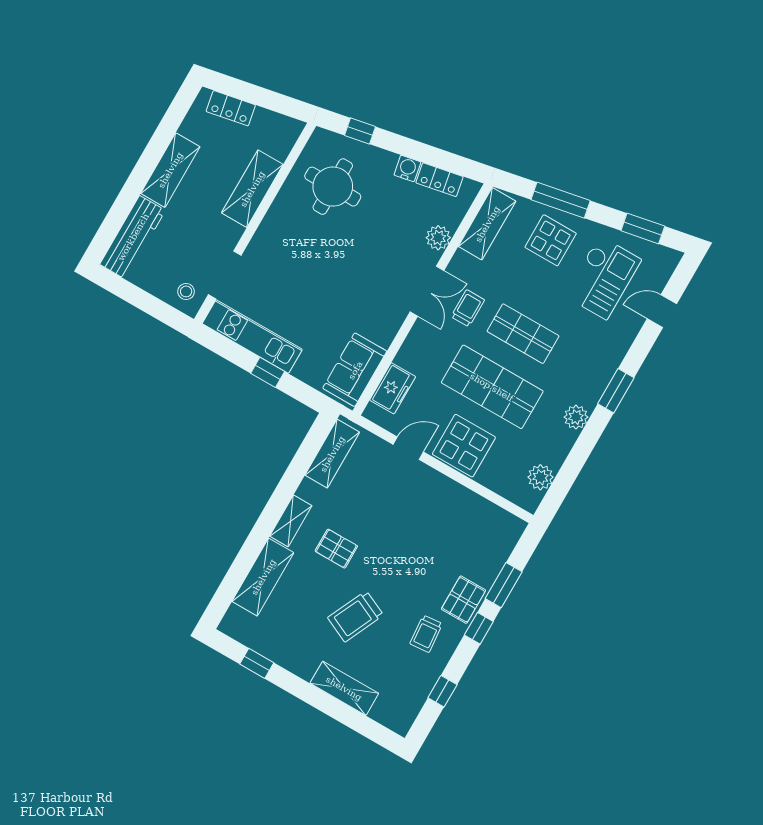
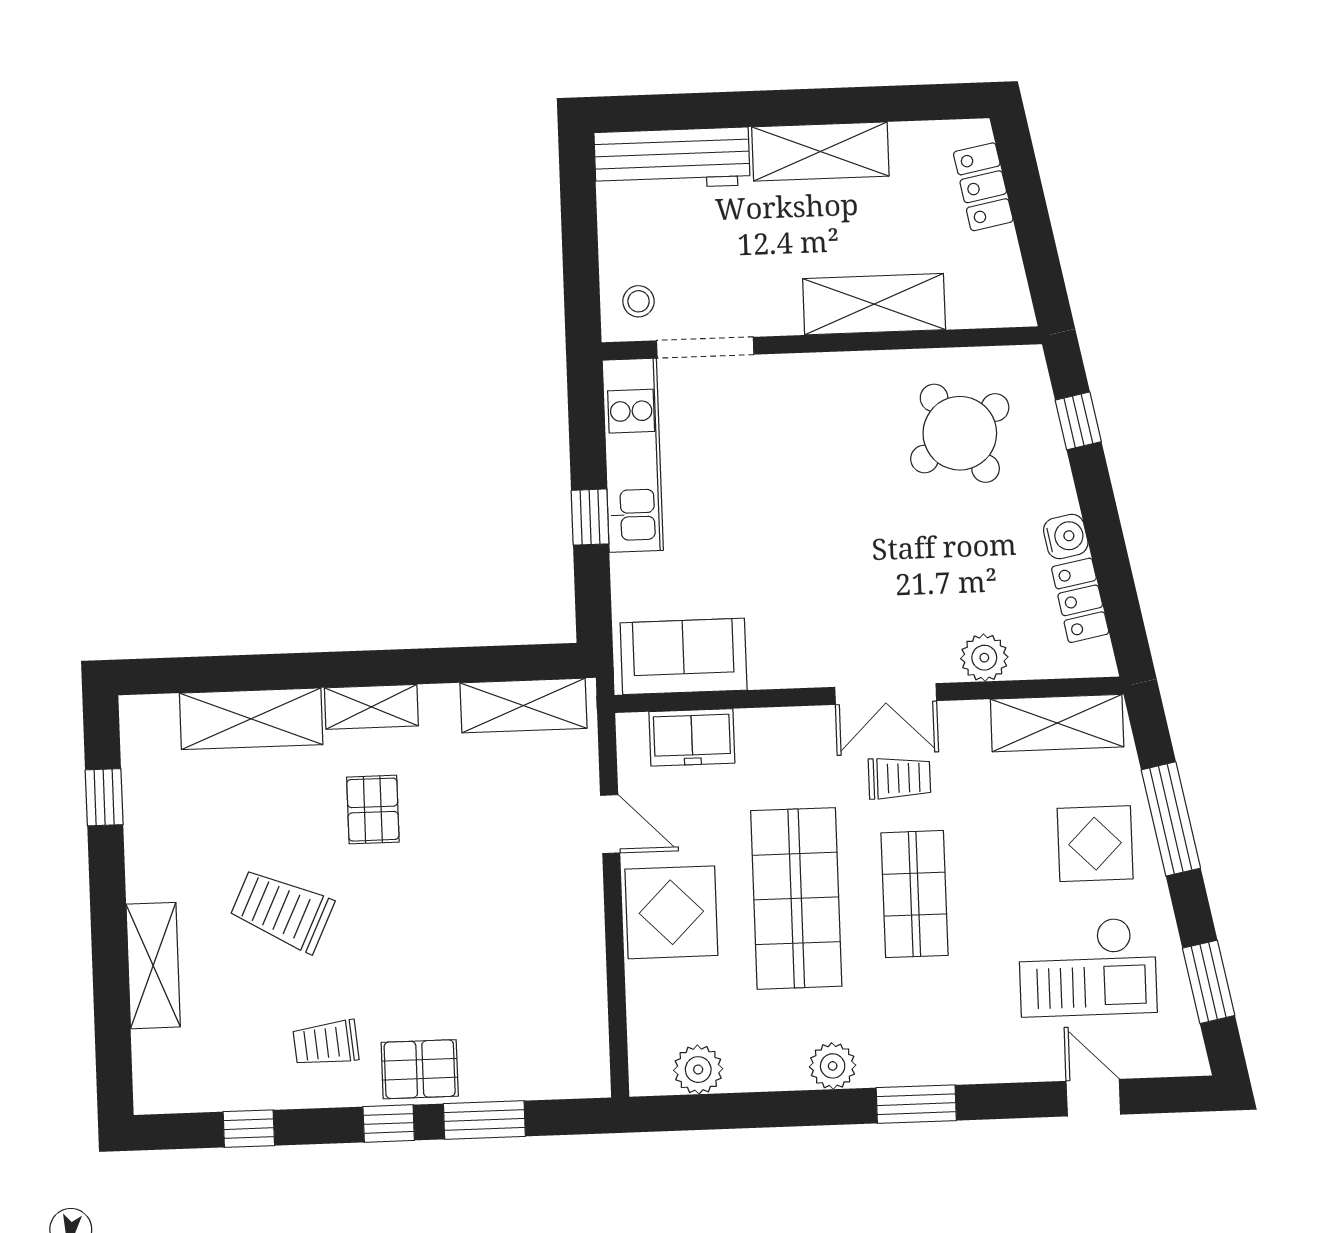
round table: (333, 187) -> (960, 433), turned -34

